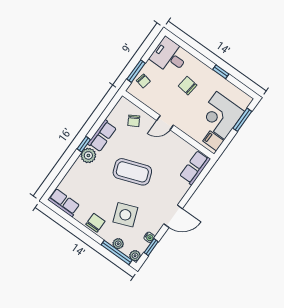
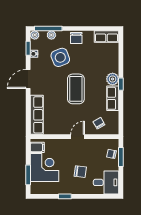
row of seats: (195, 168) -> (37, 115), width x1.48
coffee table: (132, 172) -> (76, 89), turned -70

